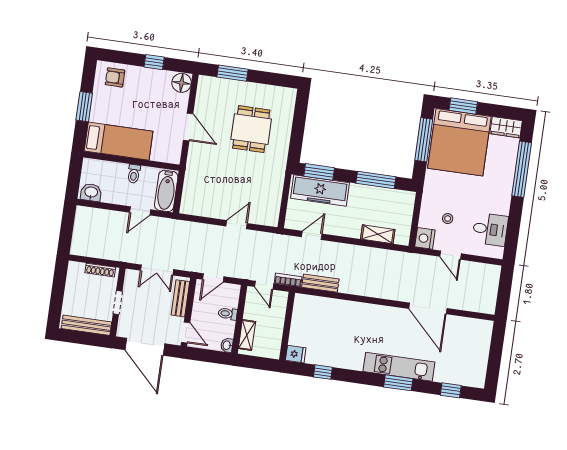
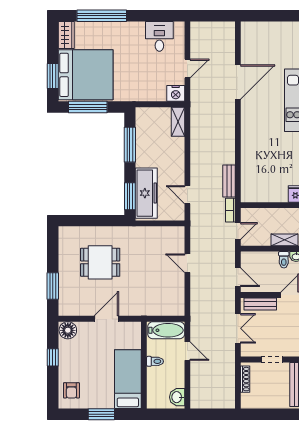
stool: (448, 219) -> (155, 76), removed
shelving: (378, 234) -> (178, 122), moved
toilet: (228, 314) -> (284, 260), moved

